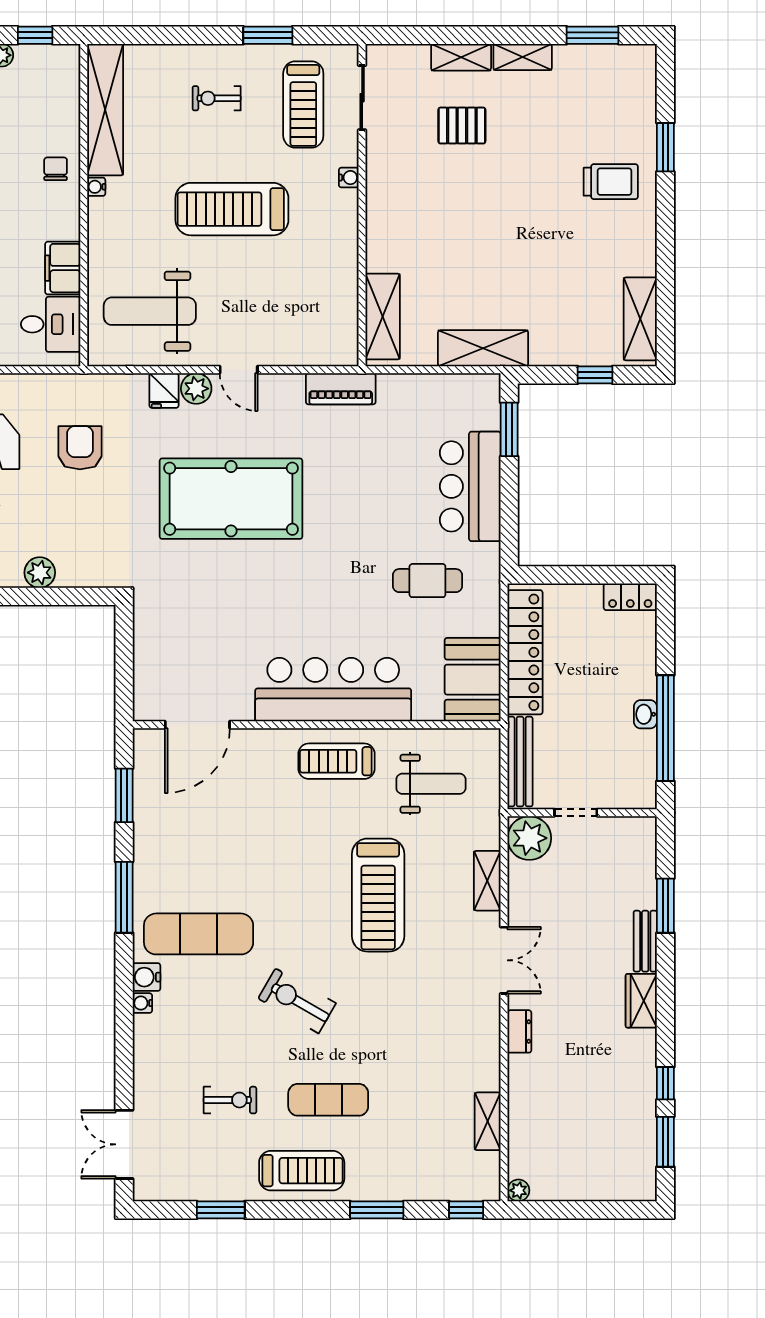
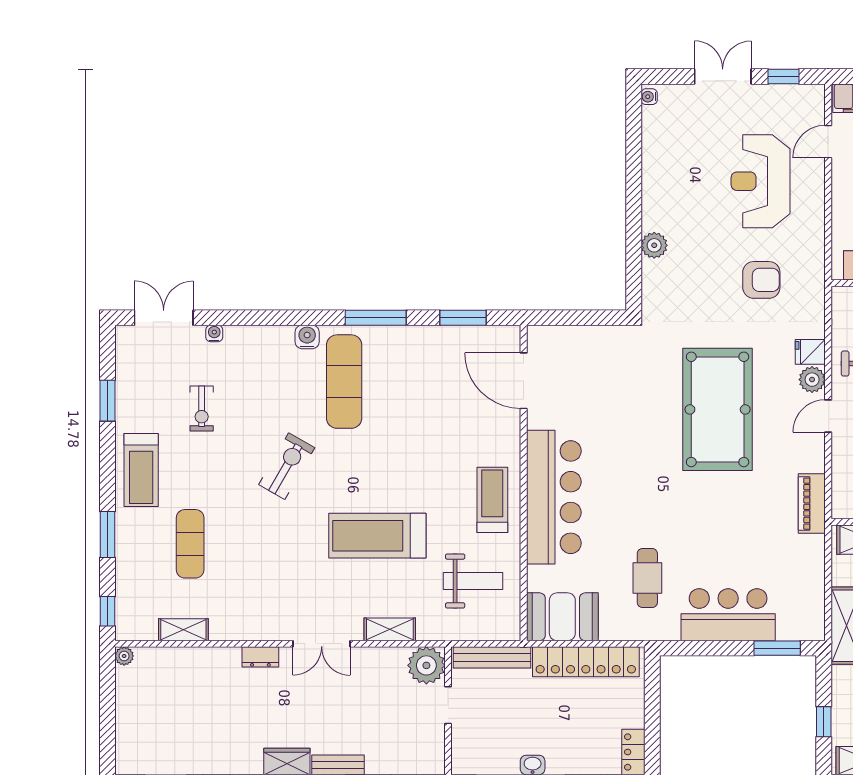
weight bench: (431, 784) -> (473, 581), turned -90
water cooler: (142, 1003) -> (214, 333), moved
exercise mat: (328, 1100) -> (190, 544), moved

